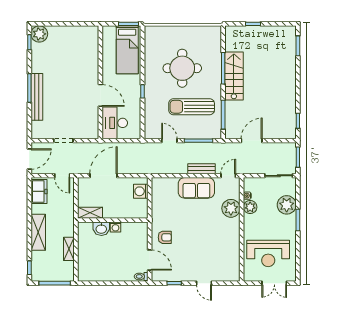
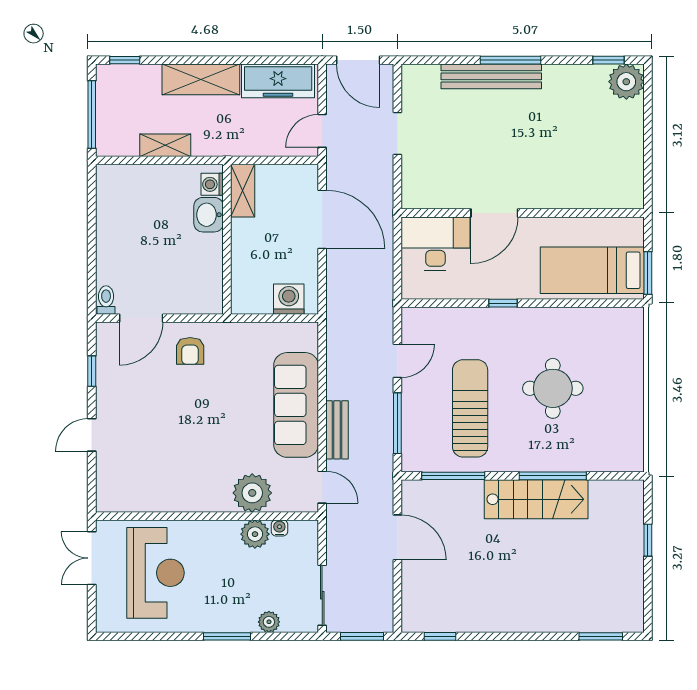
round table: (182, 68) -> (553, 388), width x0.73, depth x0.73
sofa: (196, 188) -> (296, 405), width x1.36
freezer: (39, 191) -> (278, 81), width x1.40
plant: (287, 205) -> (269, 622), width x0.53, depth x0.53
washing machine: (115, 227) -> (212, 184), moved
reception desk: (268, 253) -> (155, 573), turned 180
double door: (274, 283) -> (92, 558), moved

